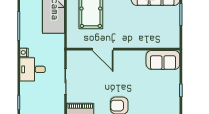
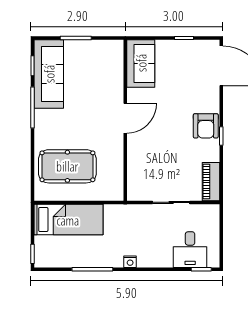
door: (103, 49) -> (125, 118), moved
desk: (32, 69) -> (190, 250), moved

